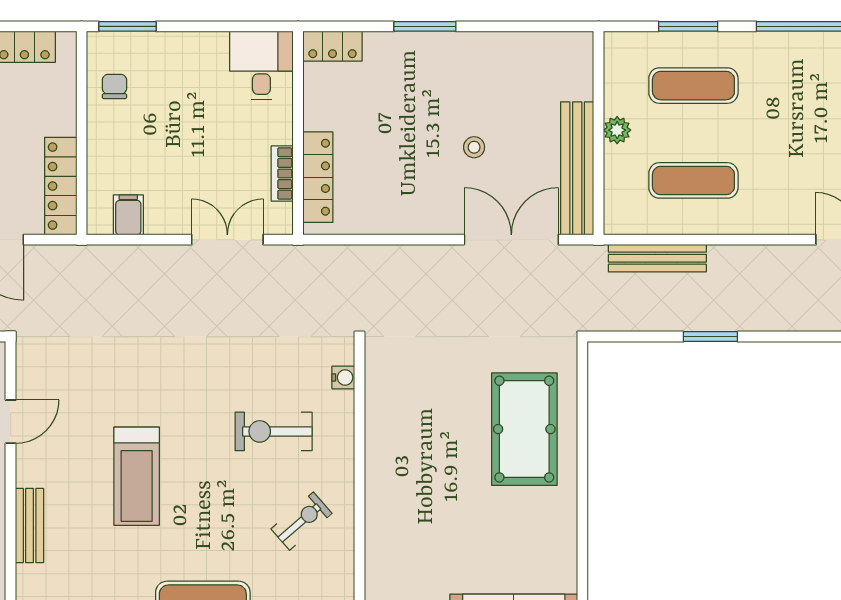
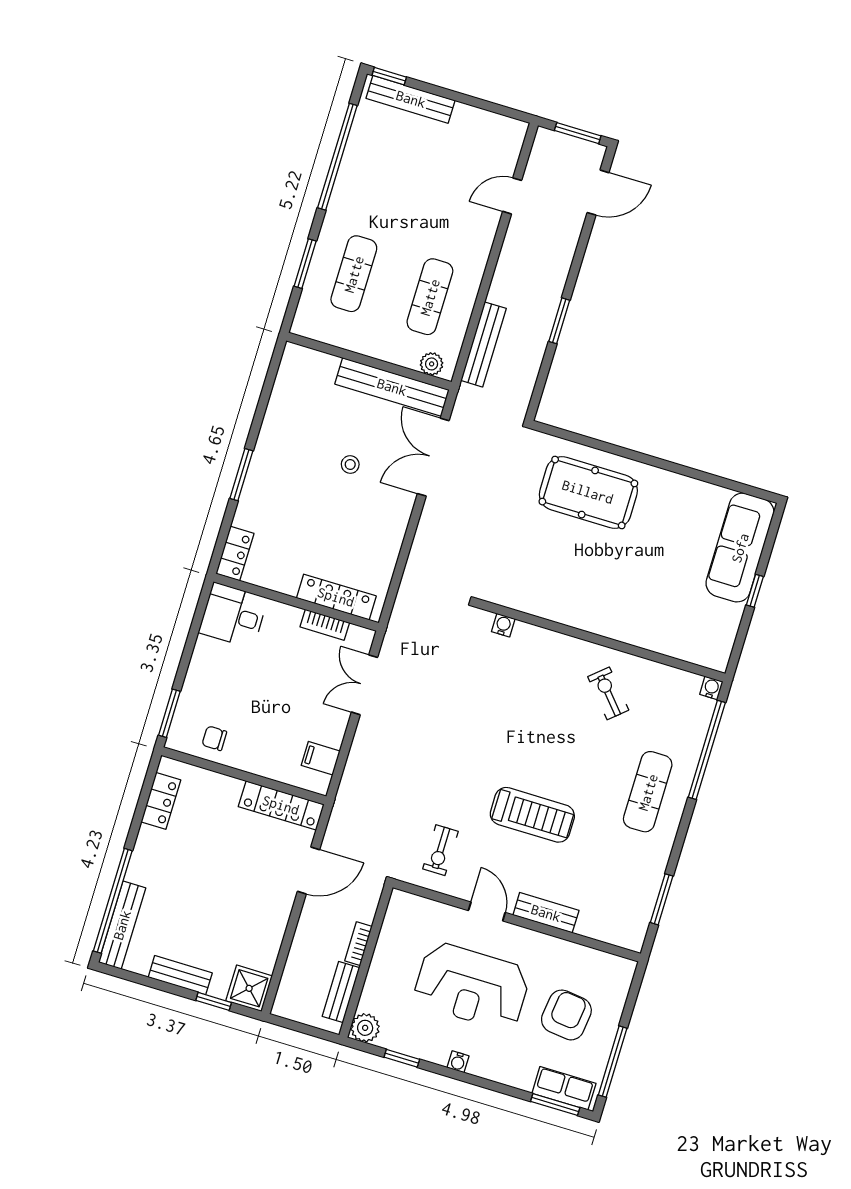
plant: (617, 130) -> (432, 364), moved
door: (11, 422) -> (487, 911), moved
exercise bike: (274, 431) -> (440, 850), moved, width x0.73, depth x0.72

